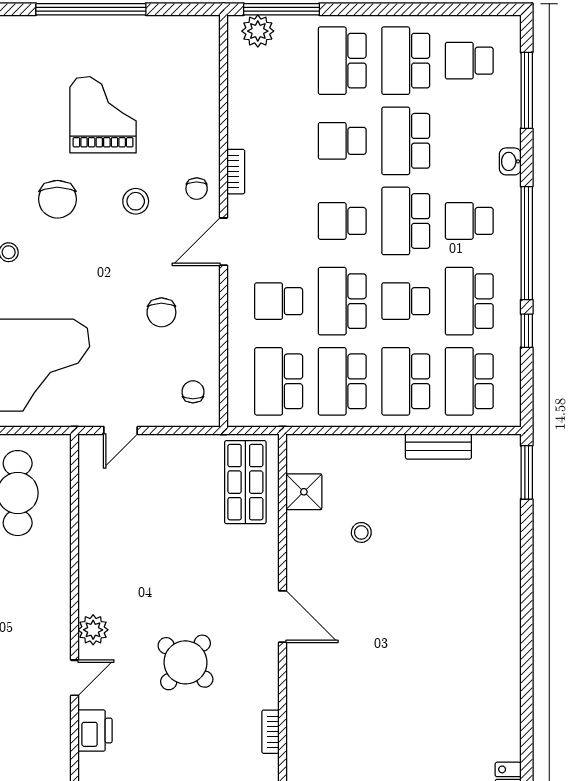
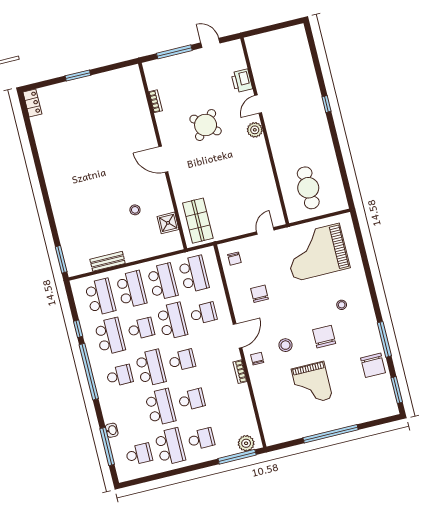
school desk: (342, 61) -> (201, 439), width x0.54
washbasin: (510, 161) -> (112, 430), moved

